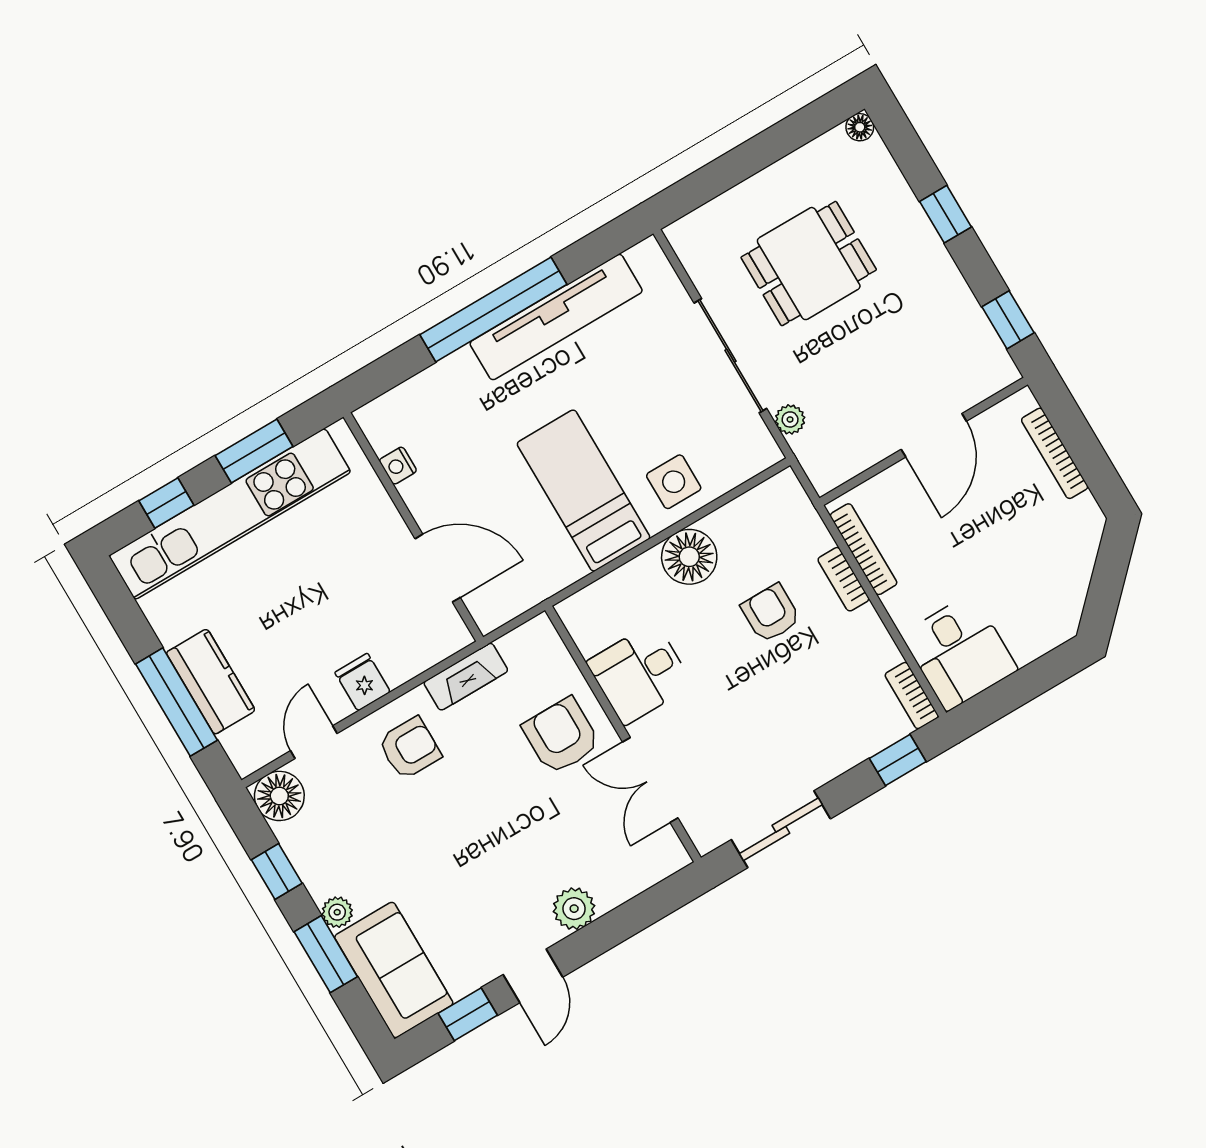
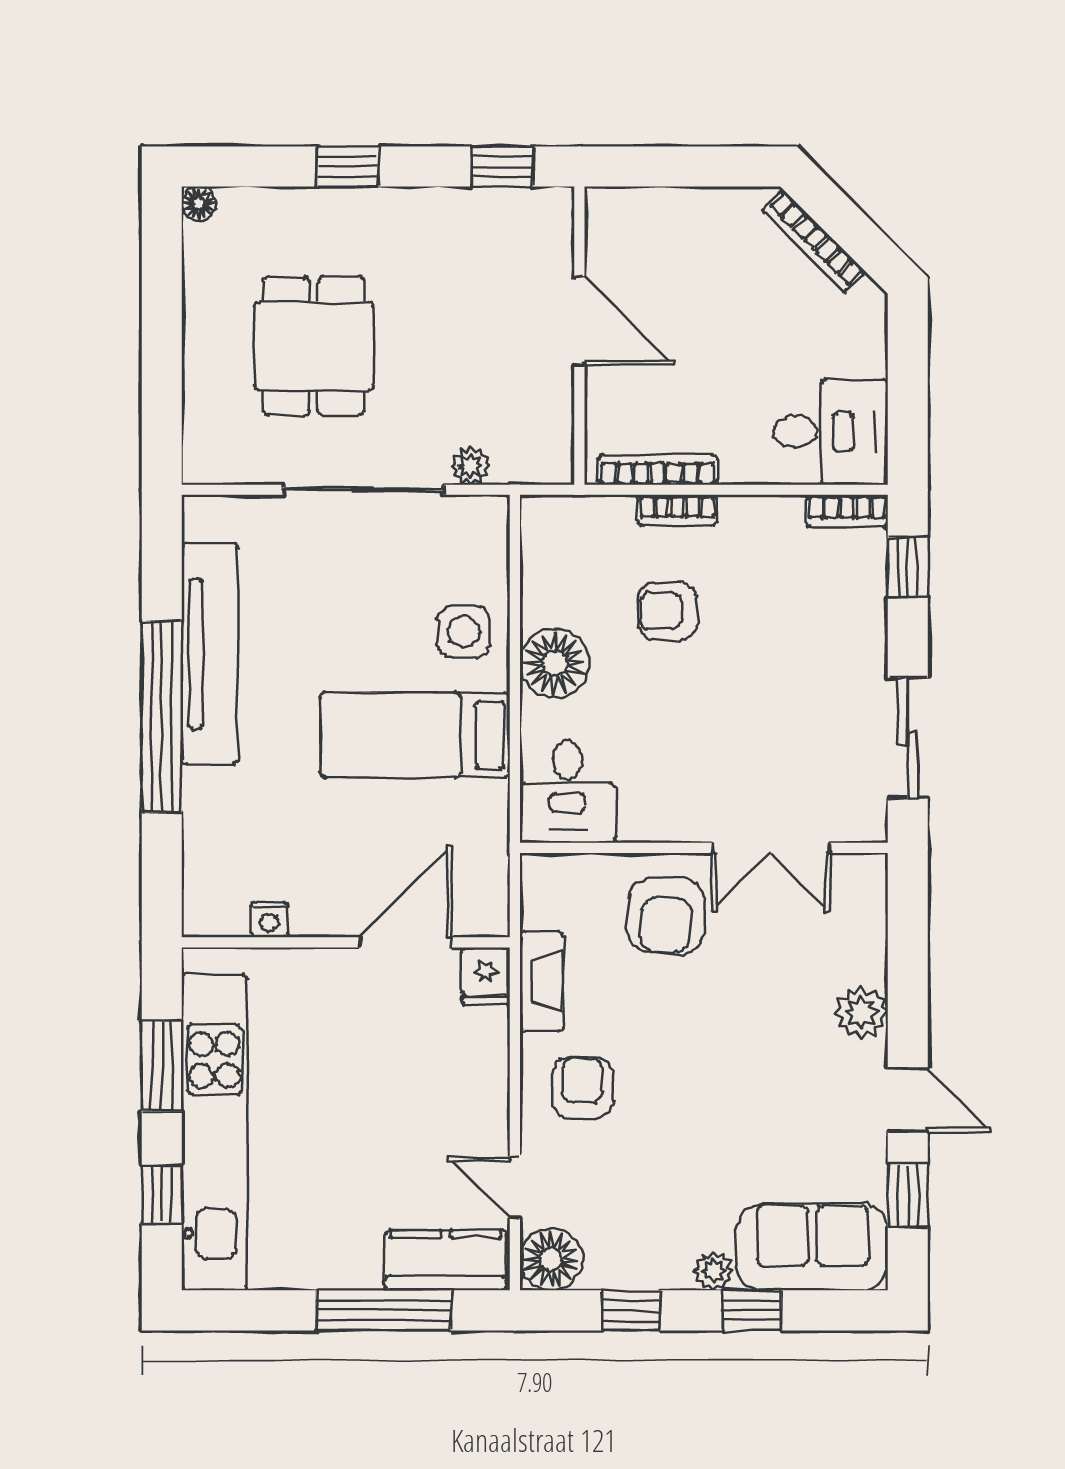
bookcase: (1055, 453) -> (814, 241), moved, turned 45
desk: (640, 674) -> (568, 791), moved
kitchen counter: (211, 682) -> (446, 1260), moved
fridge: (363, 682) -> (486, 976), moved, turned -90
armchair: (561, 736) -> (666, 916), turned -87
window: (326, 954) -> (752, 1310), width x0.67

